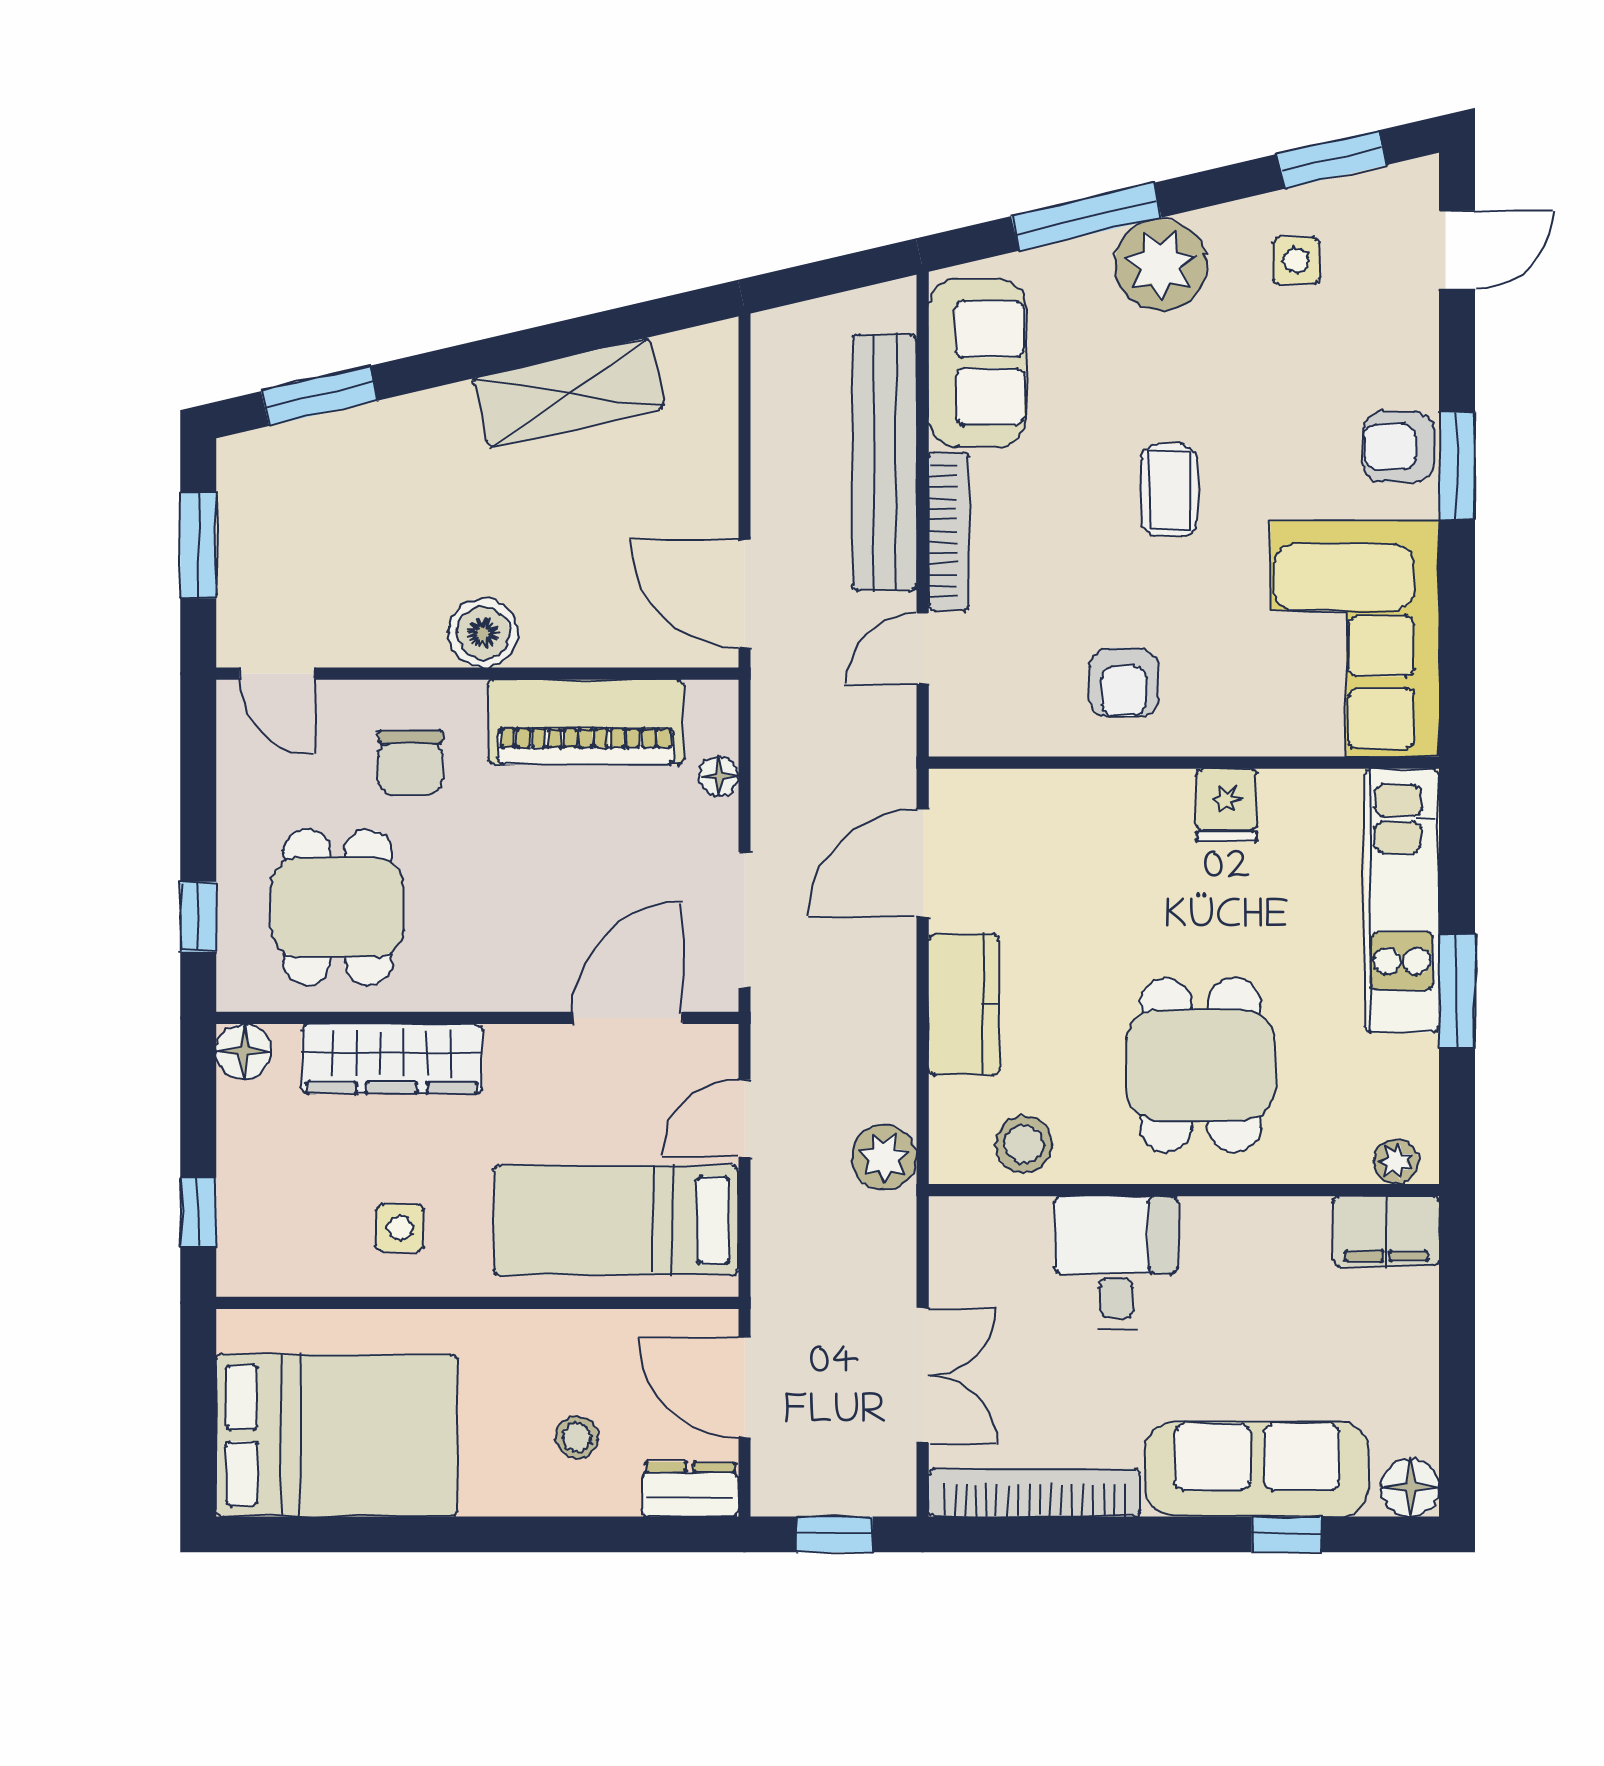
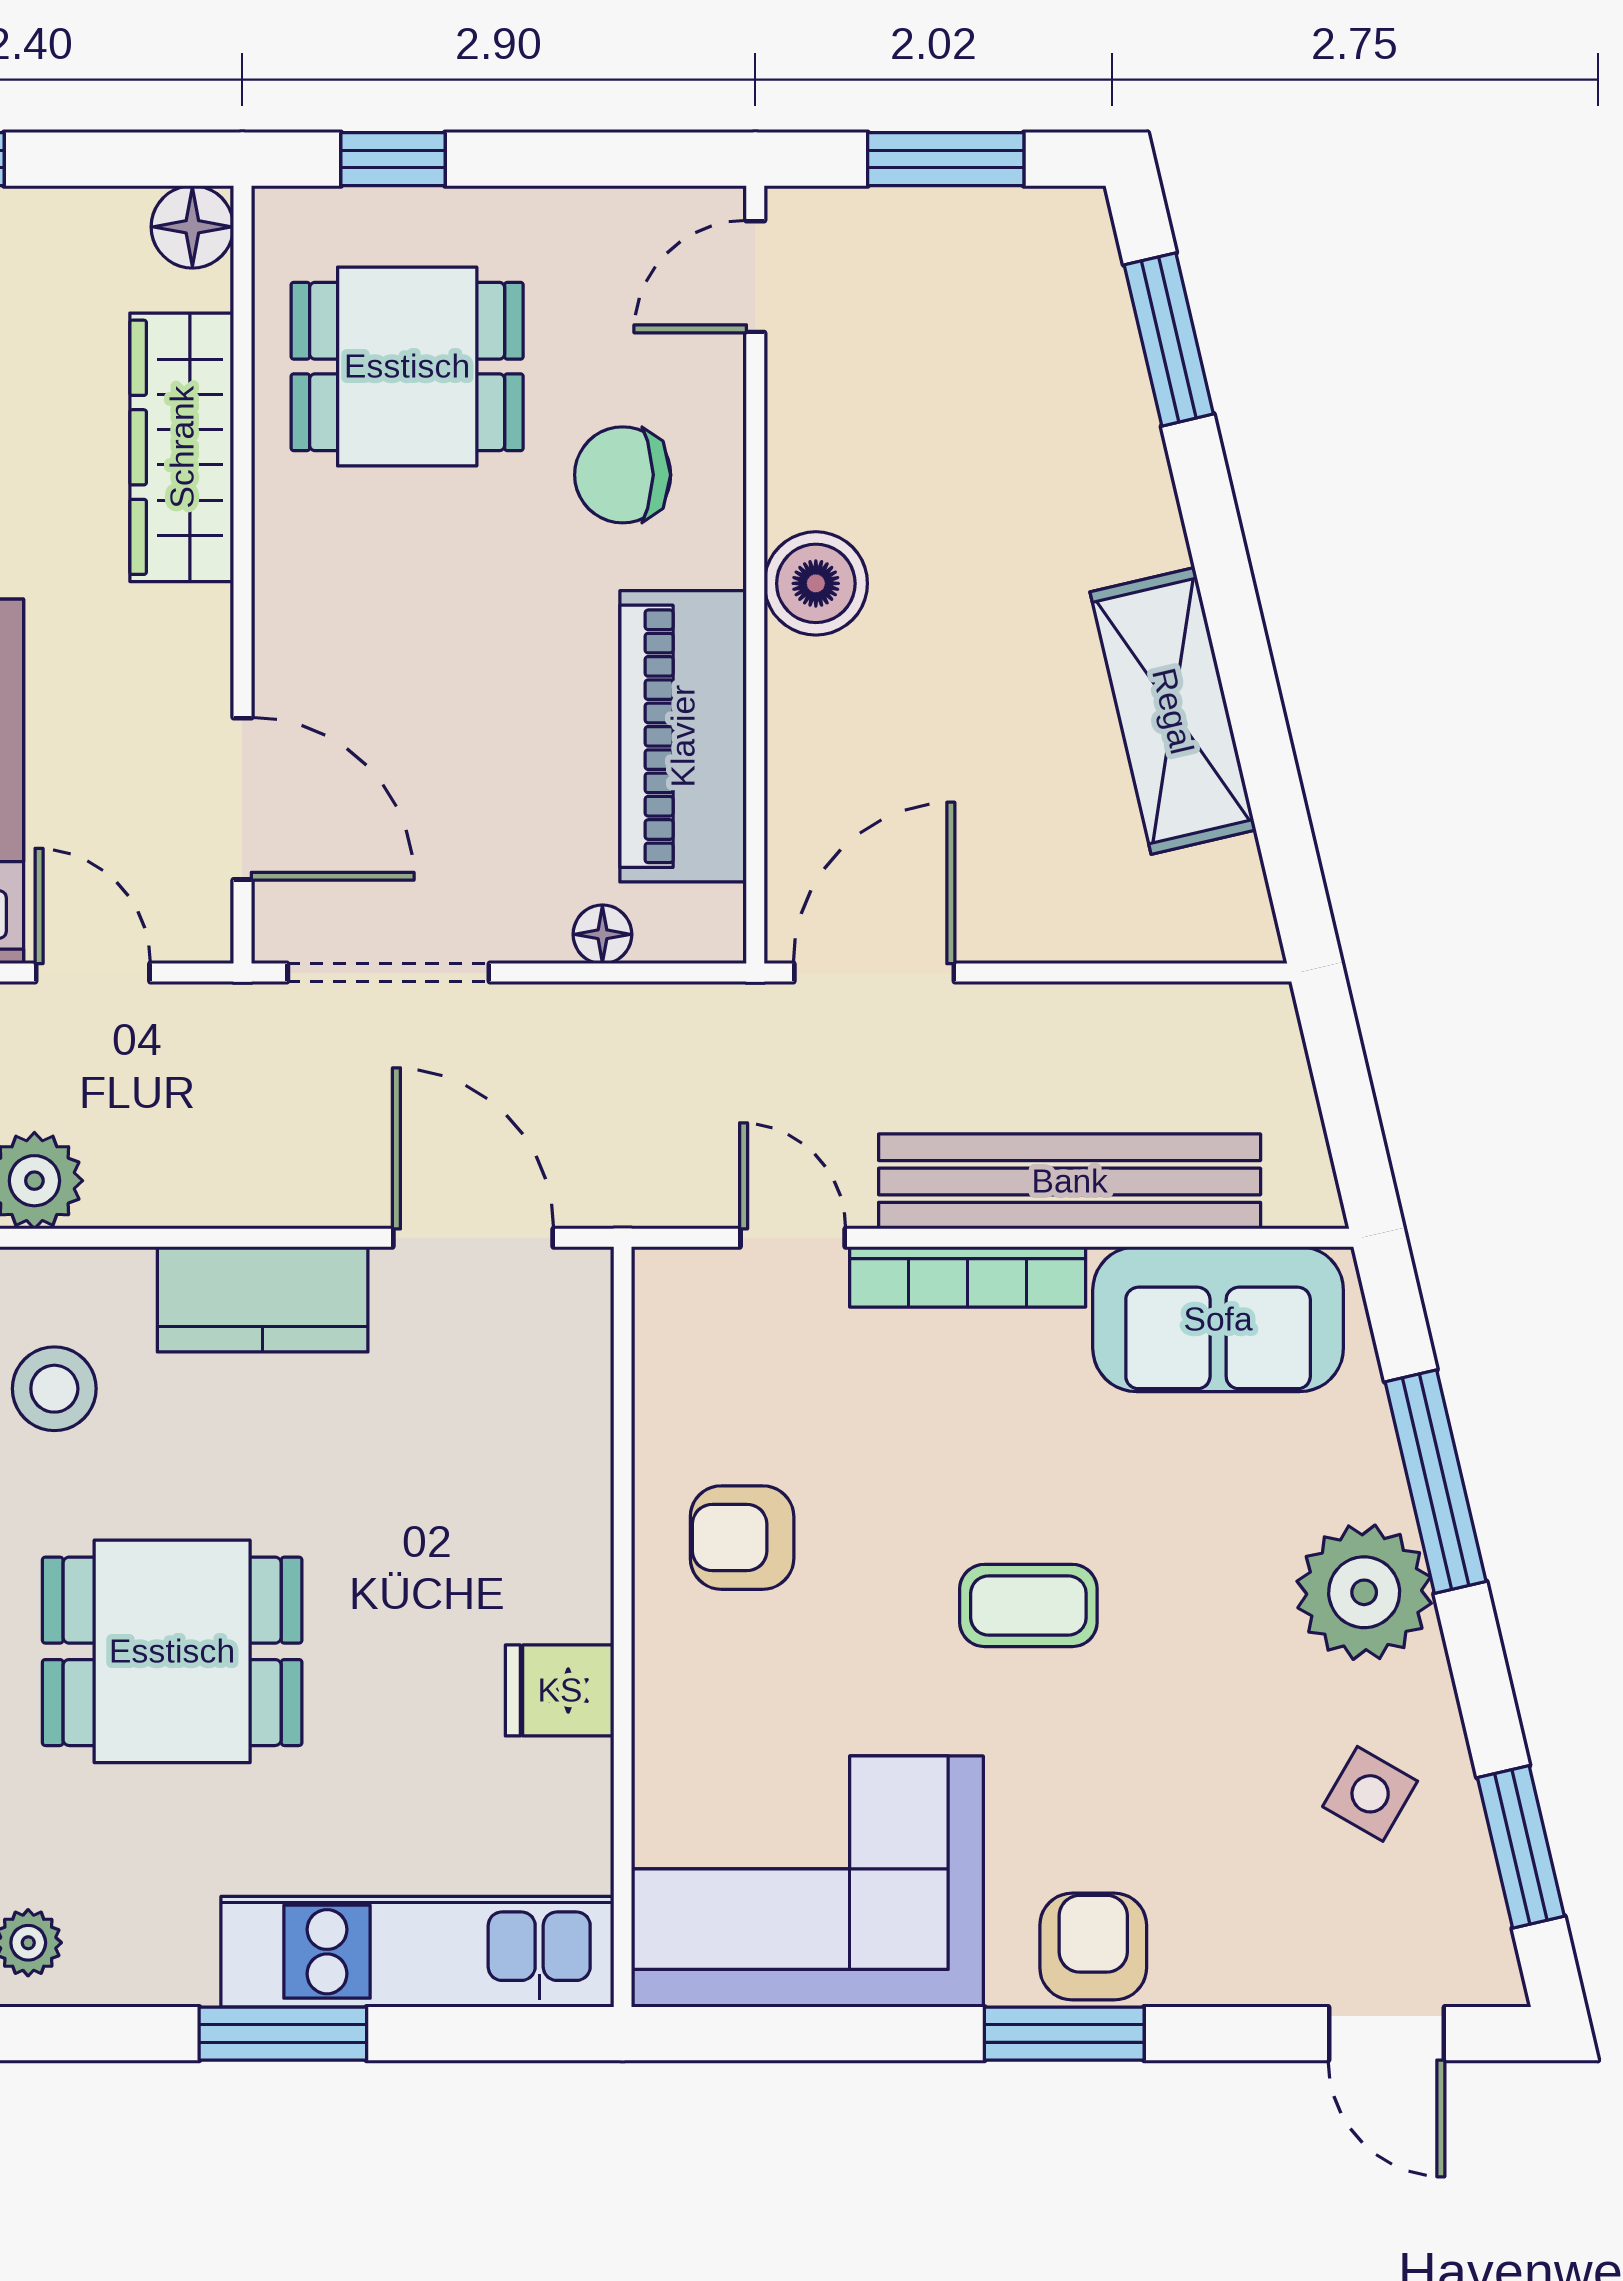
side table: (1296, 261) -> (1370, 1794), turned 30

